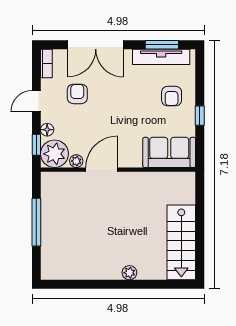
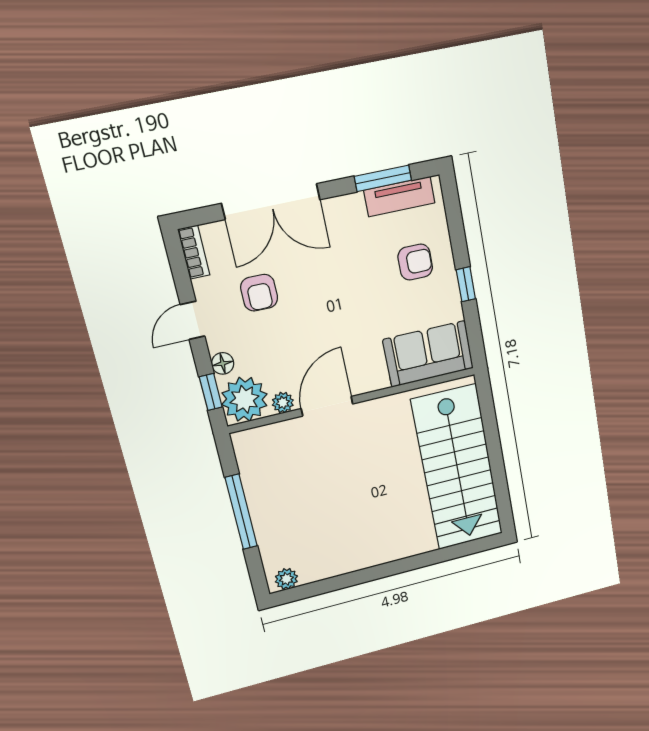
tv unit: (161, 57) -> (399, 197), width x0.71
armchair: (77, 94) -> (259, 293), turned 180
armchair: (172, 96) -> (415, 262), turned -90
stairs: (181, 242) -> (457, 468), width x1.36, depth x1.51
plant: (129, 273) -> (286, 579), moved

